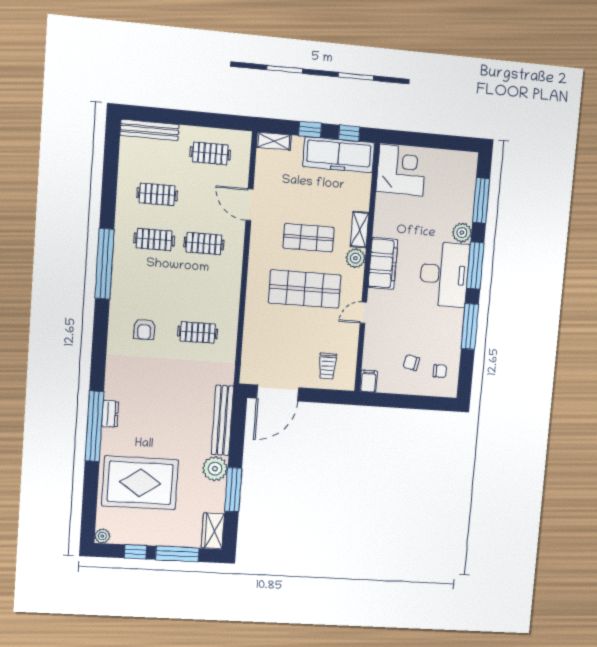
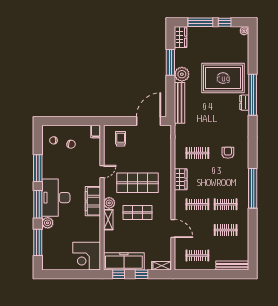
wardrobe: (230, 289) -> (181, 179), added
rug: (140, 483) -> (223, 78), moved

